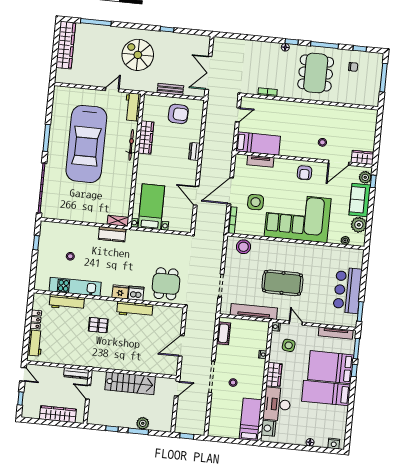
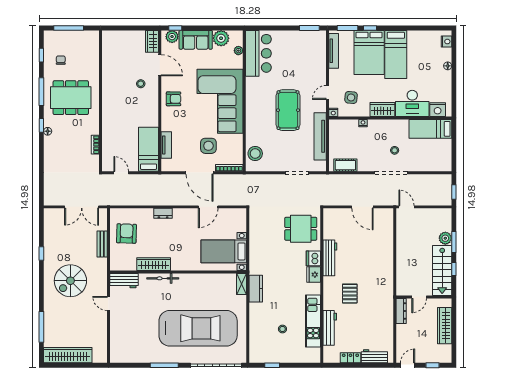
car: (86, 144) -> (198, 328), moved
bar counter: (348, 290) -> (258, 53), moved, turned -90
stairs: (130, 383) -> (442, 271), moved, turned 180

